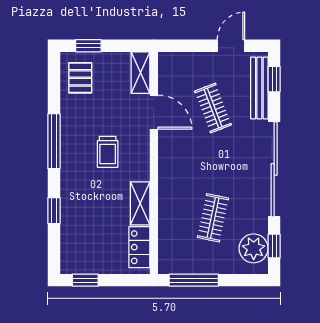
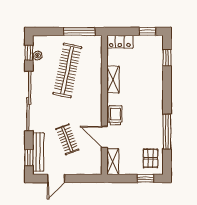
window: (54, 141) -> (167, 132), moved
trolley: (108, 152) -> (115, 115), moved
window: (54, 211) -> (167, 58), moved
clothes rail: (213, 218) -> (67, 71), width x1.86, depth x1.31
locker: (139, 247) -> (120, 42), moved, turned 90
plant: (254, 248) -> (38, 56), width x0.53, depth x0.53

